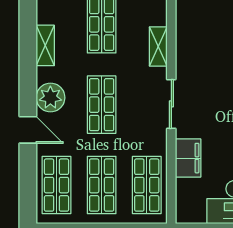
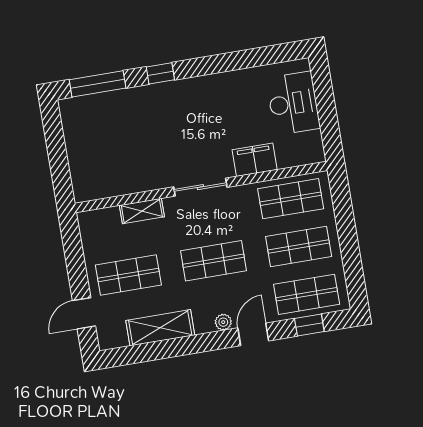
shelving: (45, 45) -> (160, 328), width x1.50, depth x1.33
plant: (50, 98) -> (223, 322), width x0.53, depth x0.53
window: (28, 183) -> (309, 325), added

